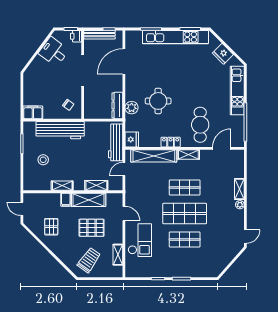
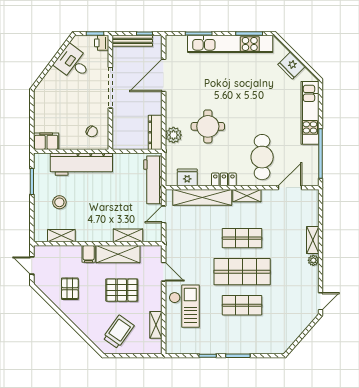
fridge: (132, 139) -> (187, 177), moved, turned -90
shelving: (62, 186) -> (61, 236), moved

